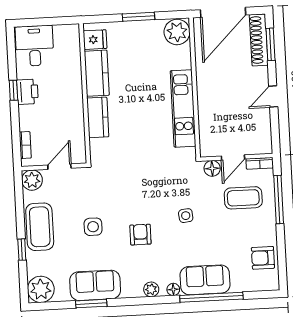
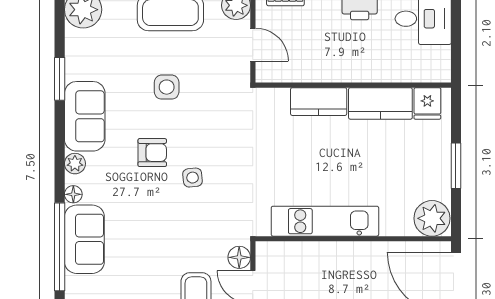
side table: (186, 216) -> (193, 178), moved
sofa: (95, 285) -> (85, 116), moved

